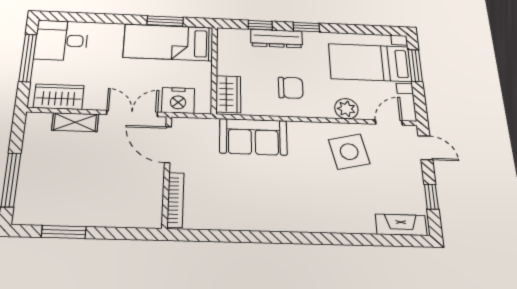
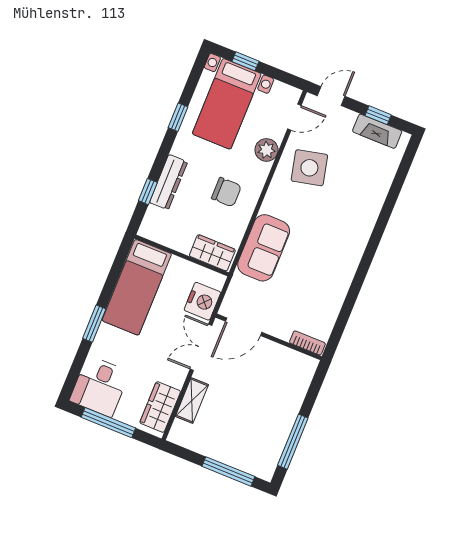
window: (165, 21) -> (94, 324), moved
window: (306, 27) -> (178, 117), moved
window: (415, 66) -> (245, 61), width x0.67
chair: (291, 88) -> (226, 192), turned 90
door: (389, 122) -> (294, 117), swing flipped
bookcase: (176, 200) -> (307, 343), width x0.64
fireplace: (401, 225) -> (377, 131), moved, turned -90
window: (64, 232) -> (293, 442), width x1.44

